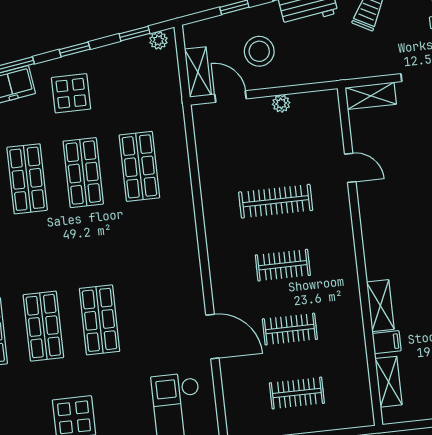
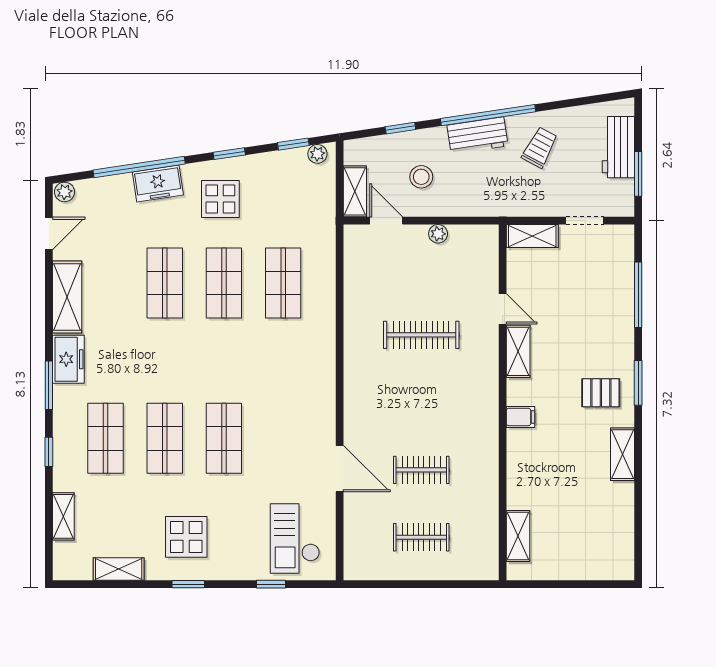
stool: (259, 51) -> (421, 177), width x0.73, depth x0.73
clothes rail: (283, 265) -> (421, 402), removed
shelving: (380, 306) -> (518, 351), moved
filing cabinet: (387, 342) -> (521, 417), moved

